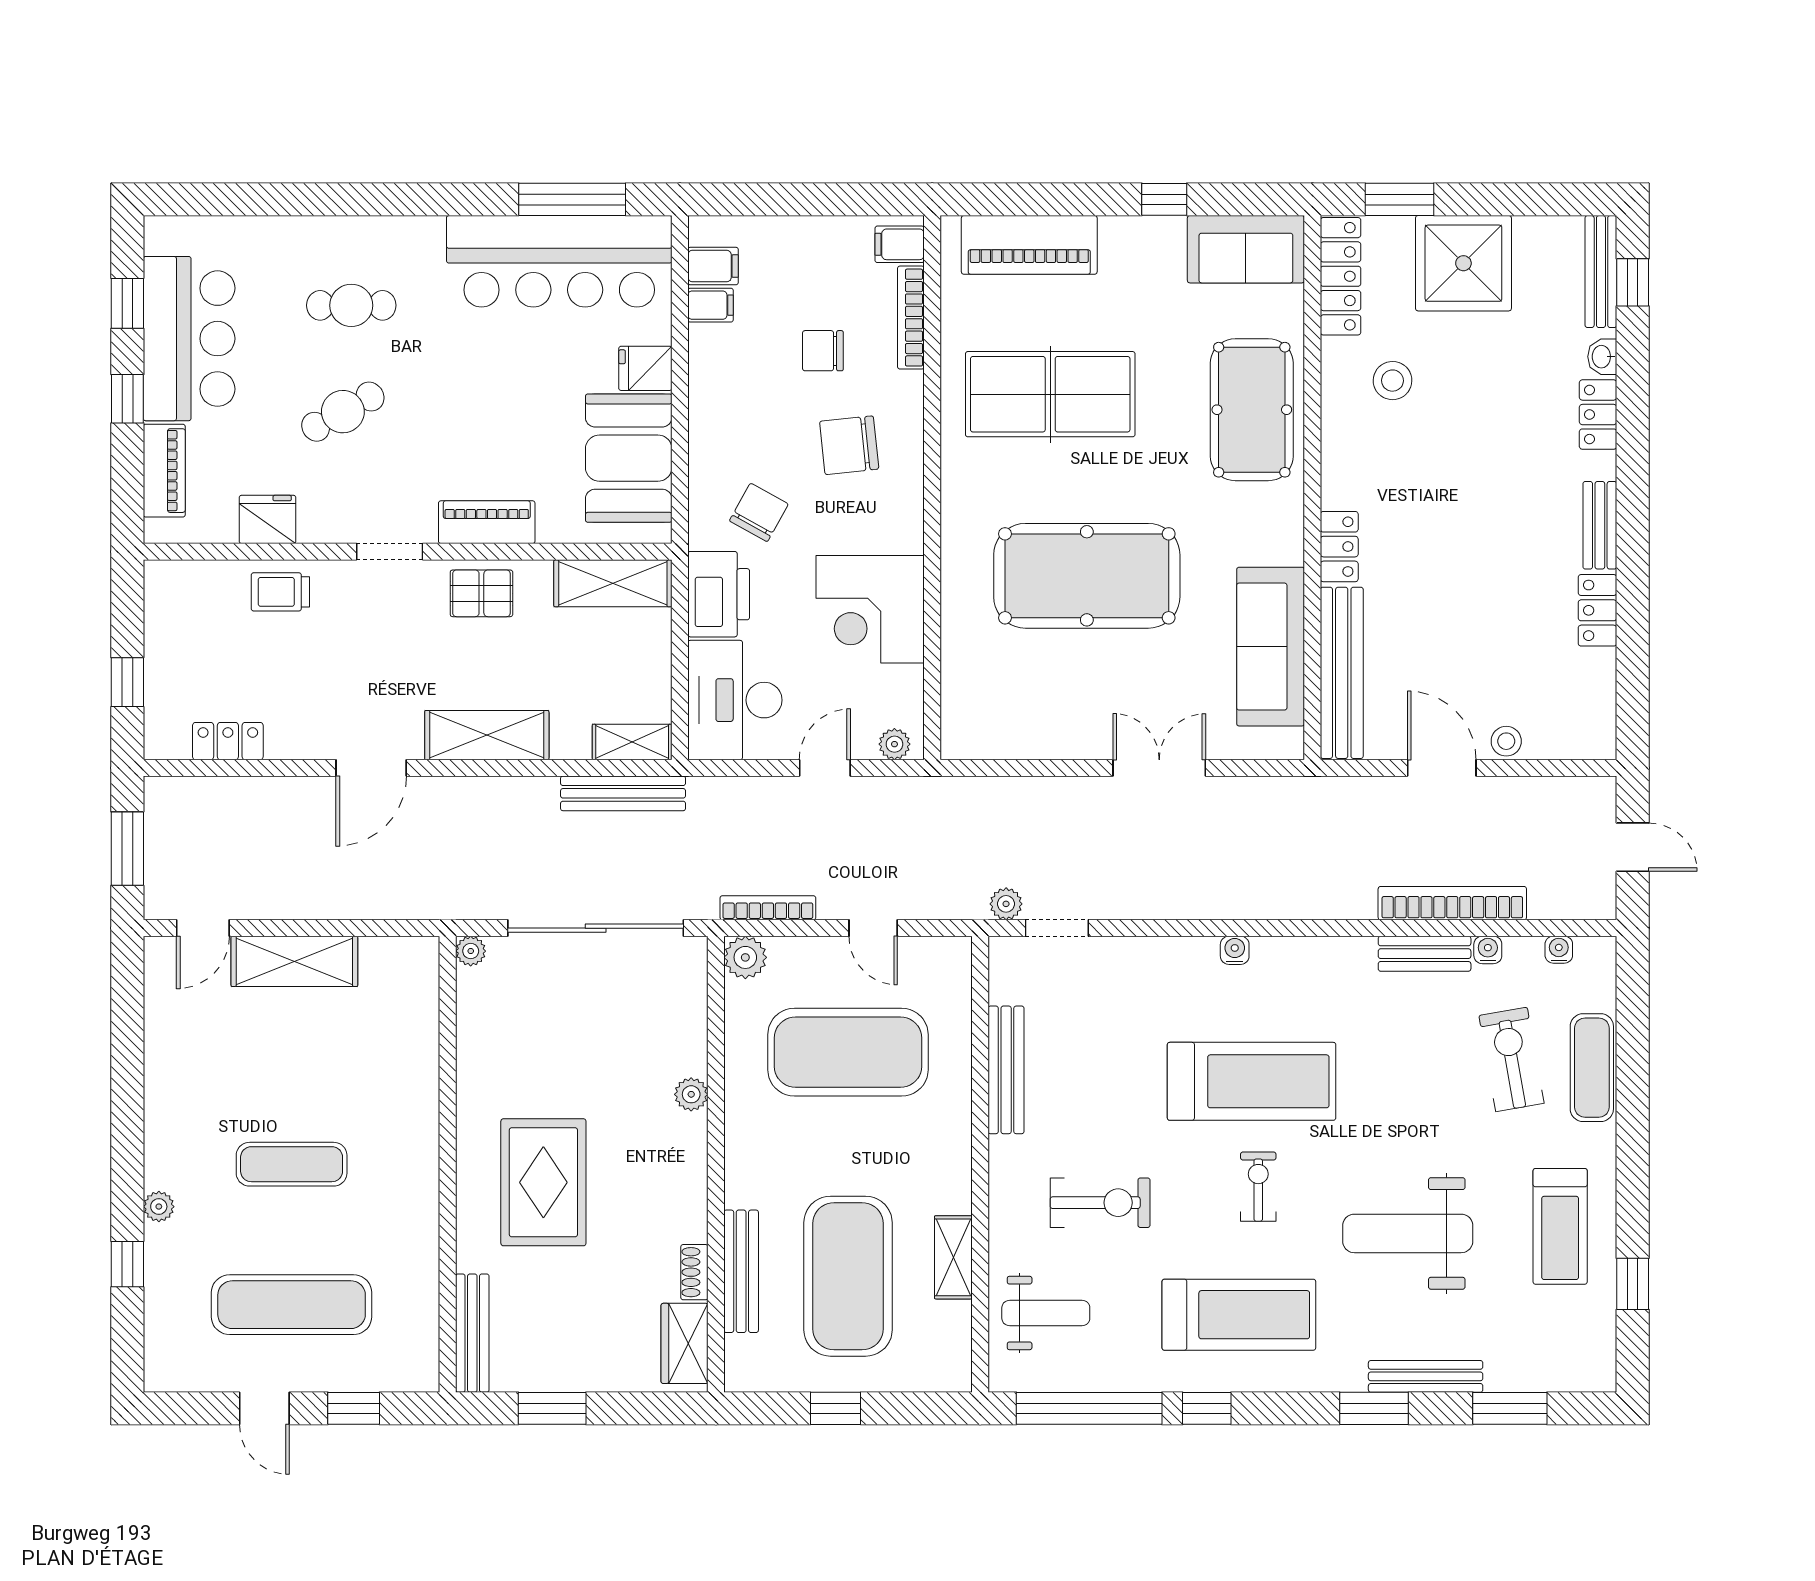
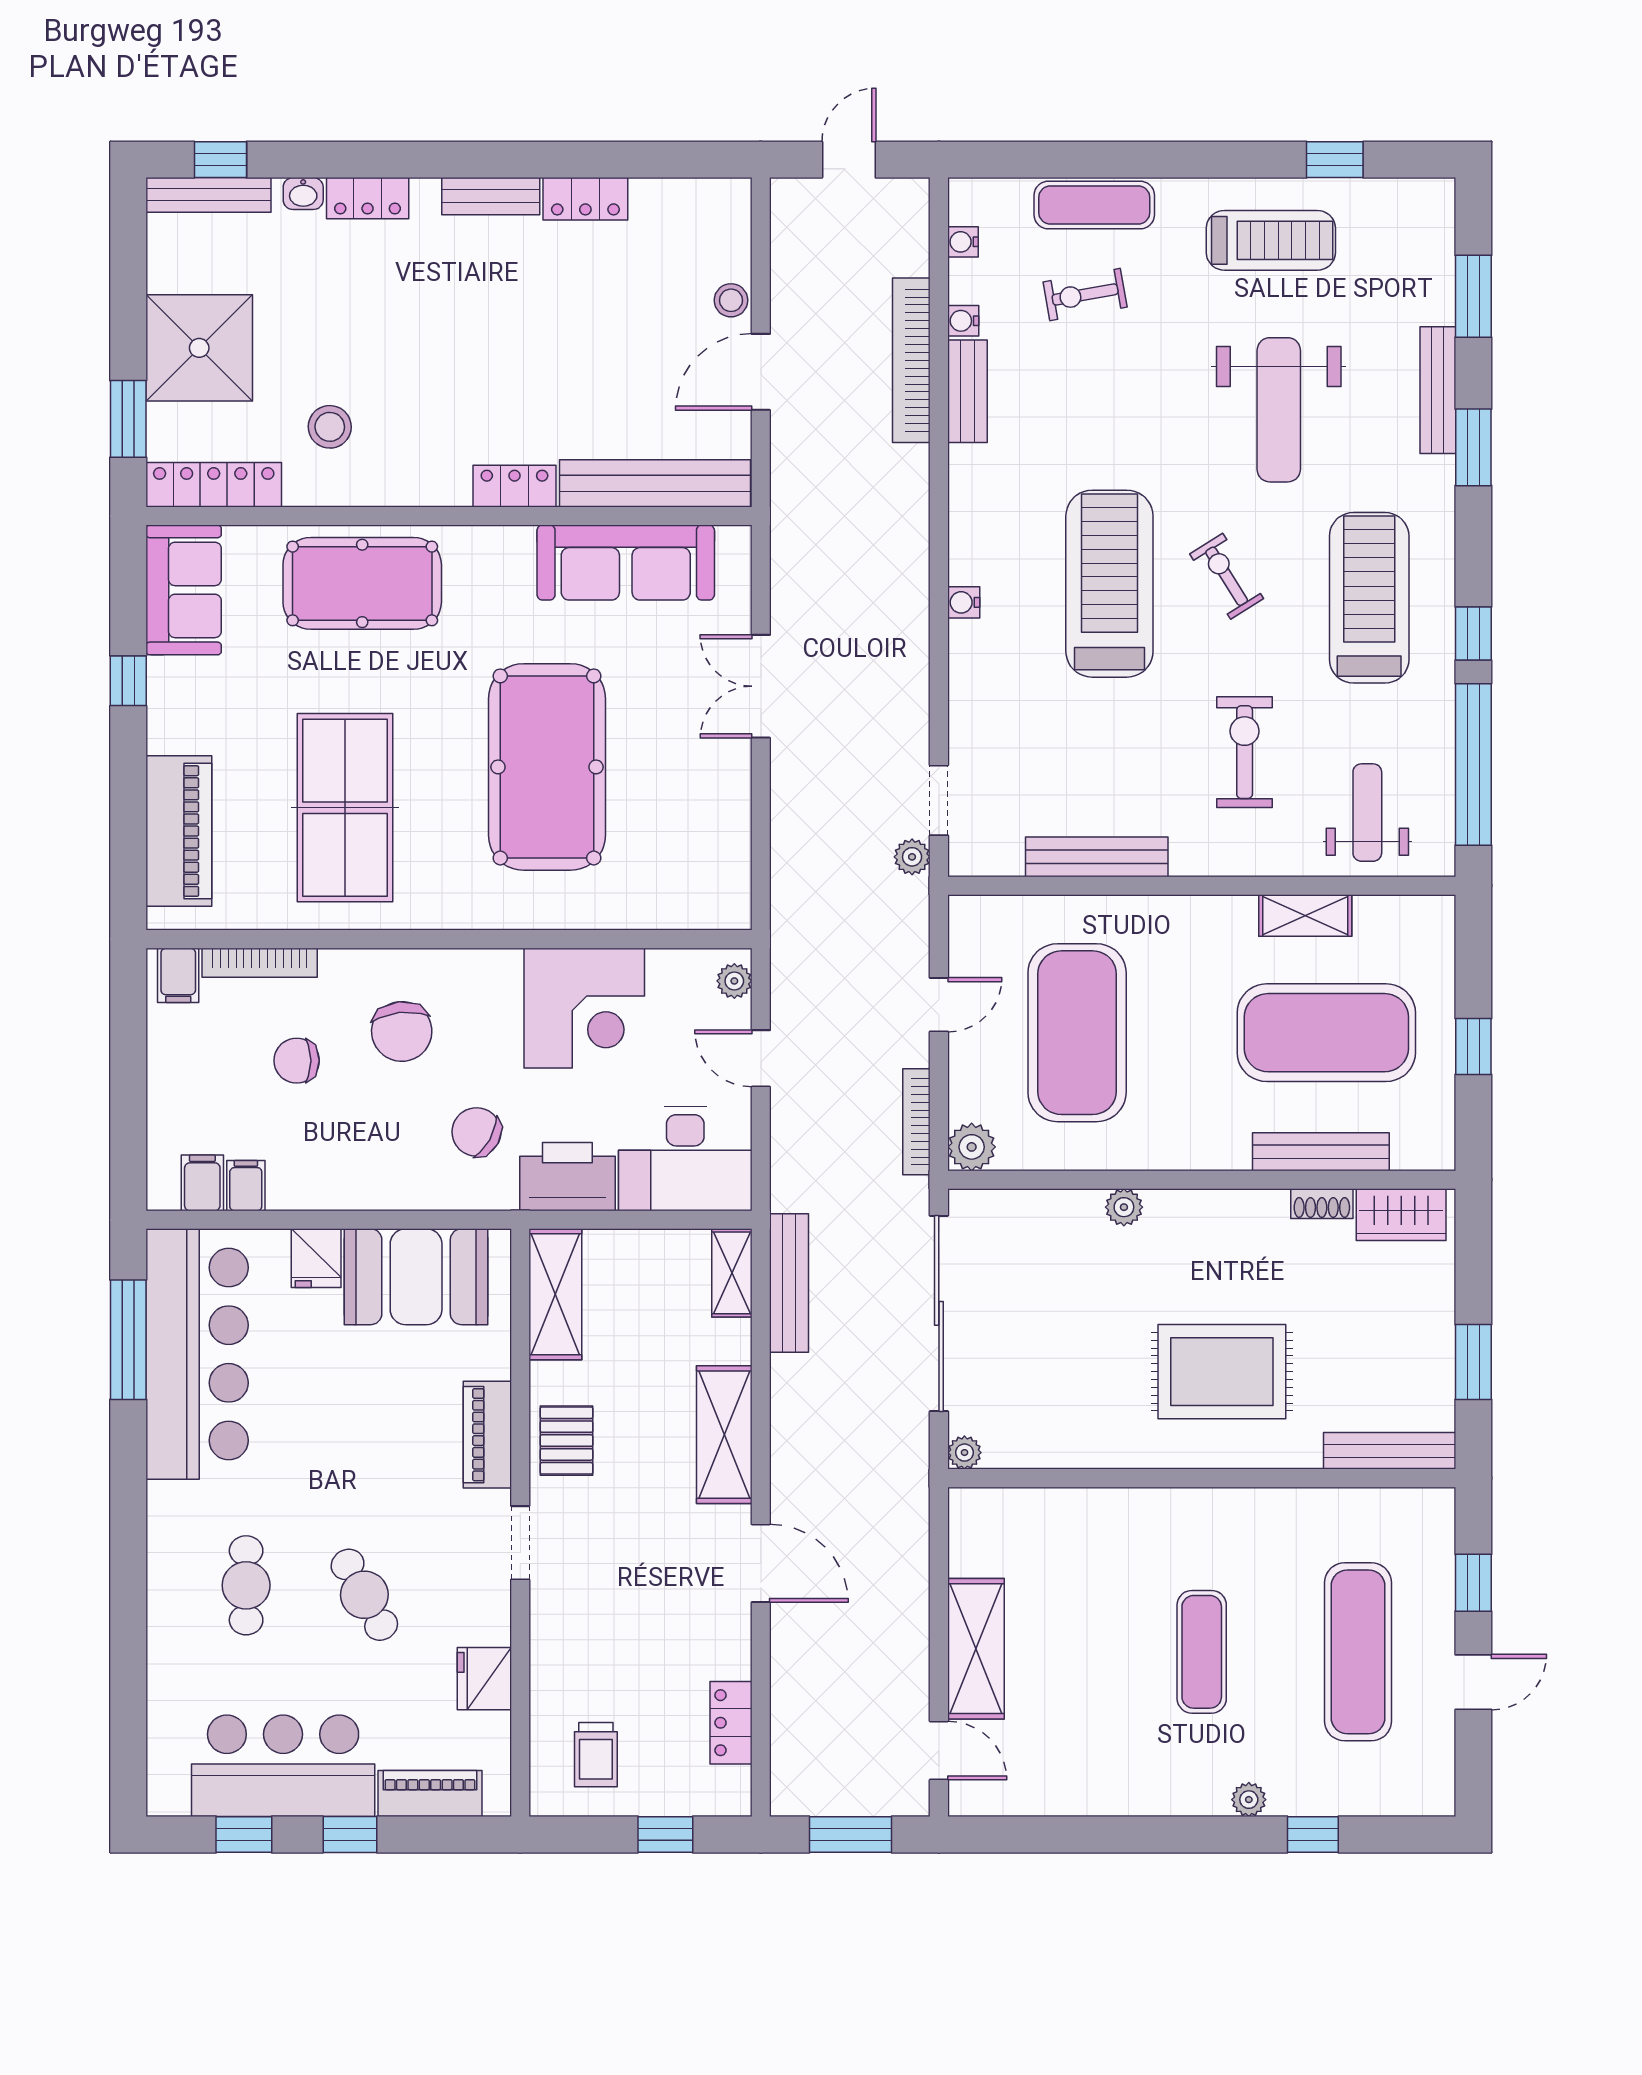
chair: (823, 351) -> (297, 1061), turned 90
trolley: (280, 592) -> (596, 1755), moved
exercise bike: (1511, 1059) -> (1085, 294), width x0.73, depth x0.72
exercise bike: (1258, 1187) -> (1227, 576), turned 58

